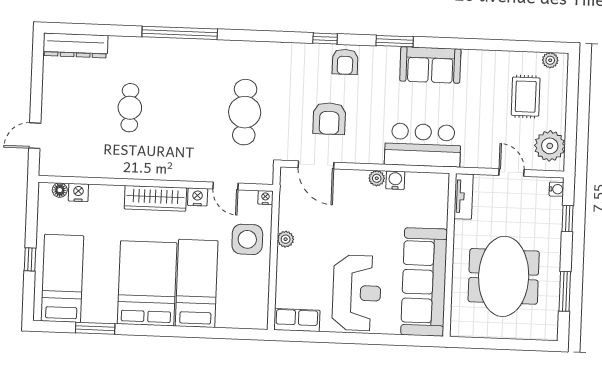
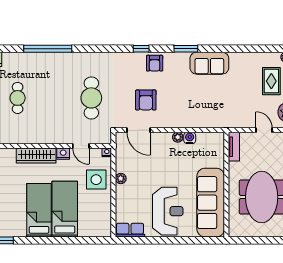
bar counter: (423, 145) -> (206, 115), removed
bed: (147, 283) -> (39, 210), width x0.67

